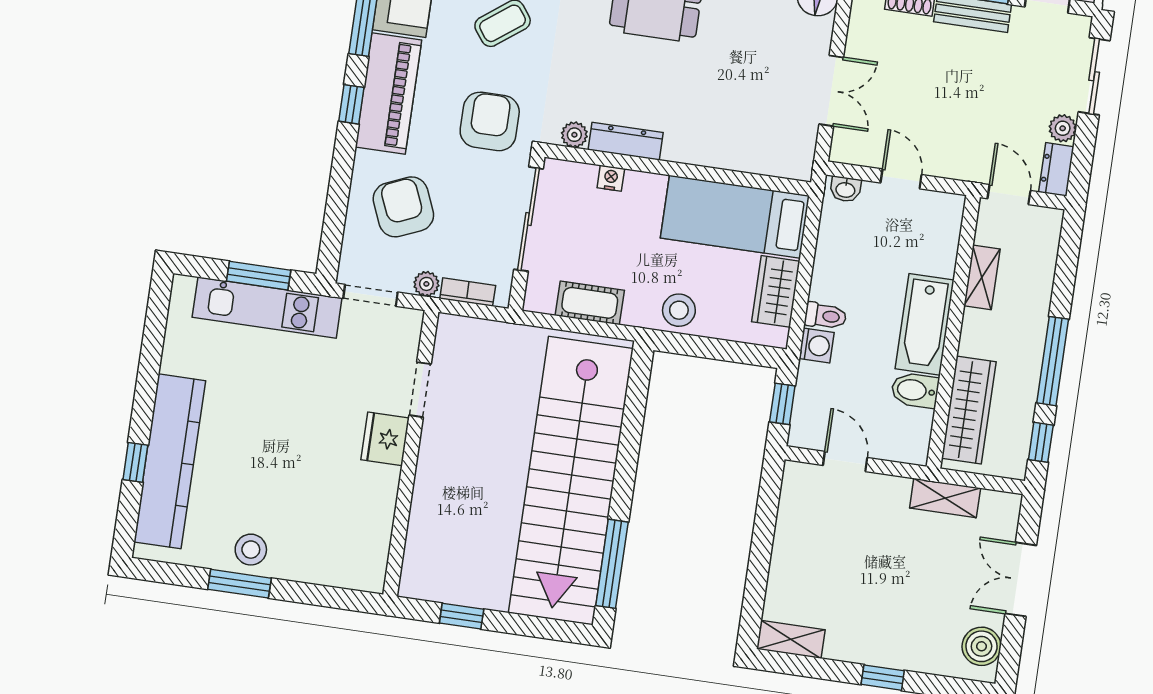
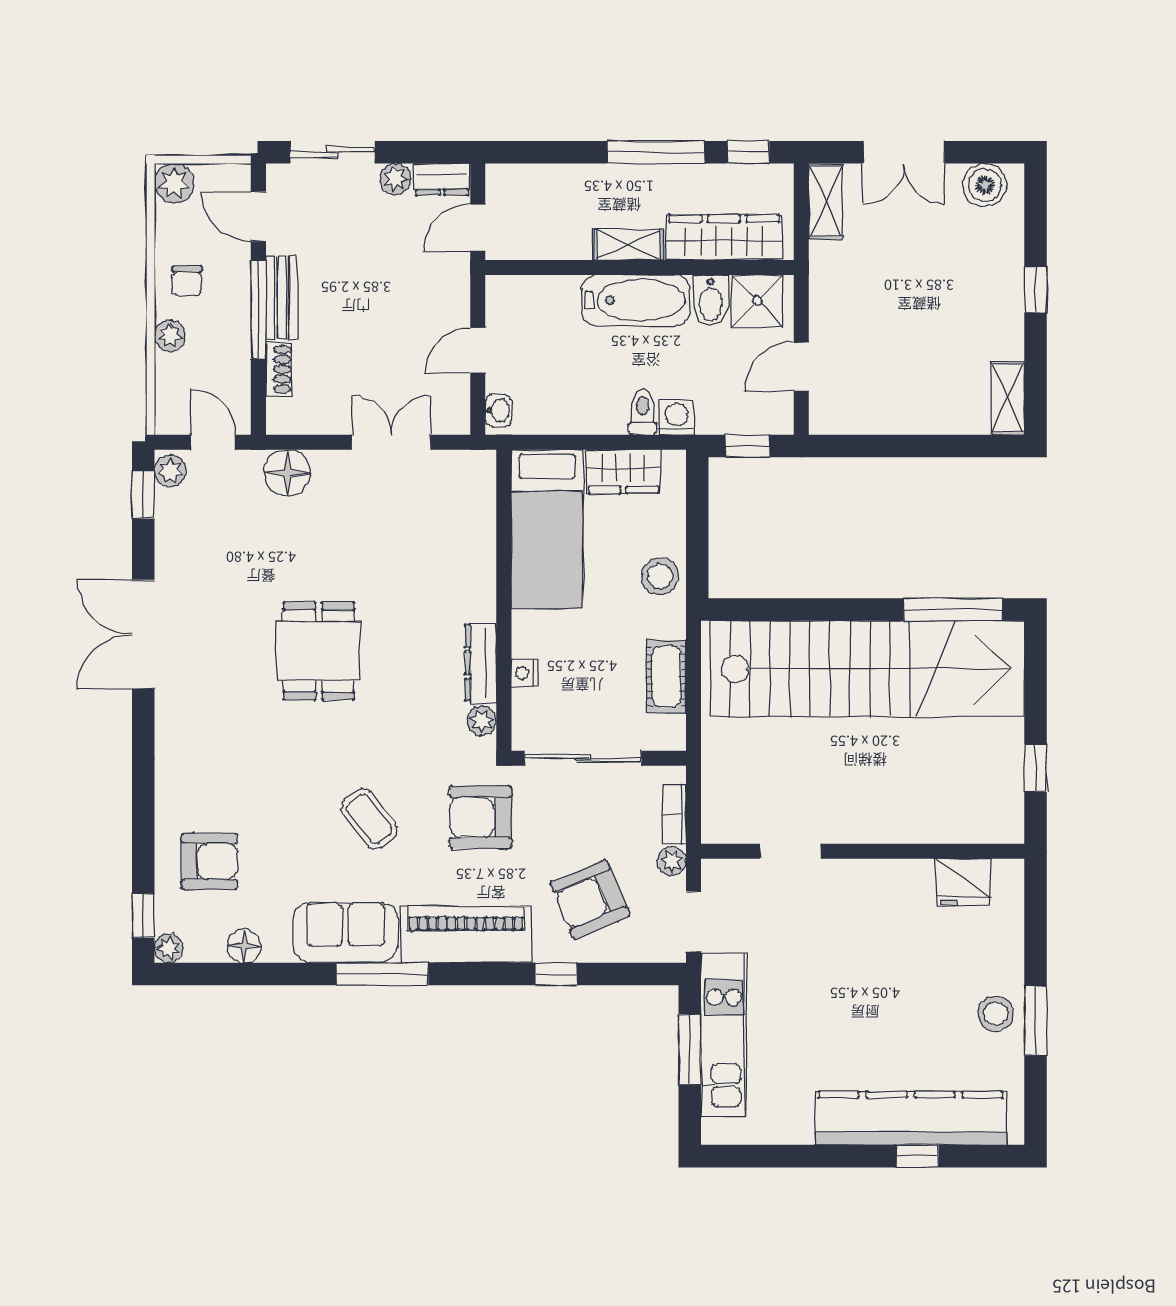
window: (351, 104) -> (556, 974), moved
shelving: (982, 277) -> (628, 244), moved
shower: (909, 431) -> (757, 301), added
fridge: (385, 439) -> (963, 882), moved
shelving: (945, 498) -> (826, 201), moved

